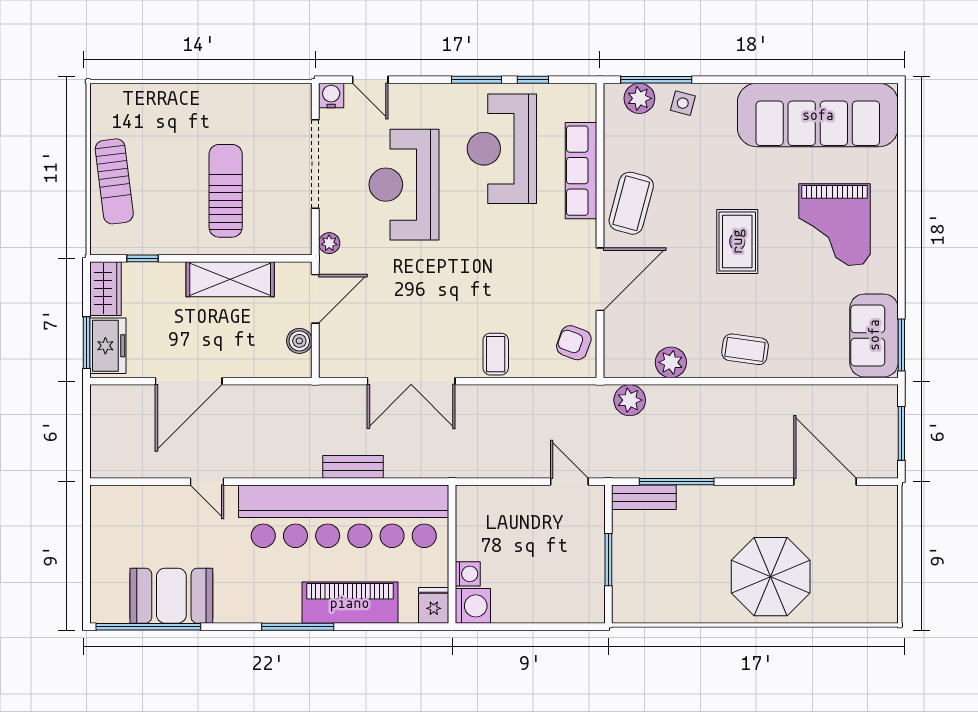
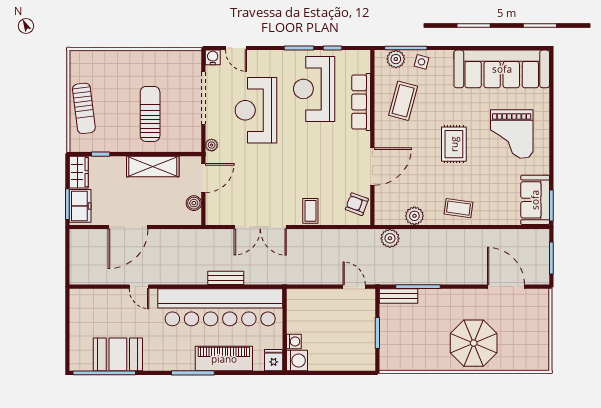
coffee table: (631, 203) -> (403, 101), moved

